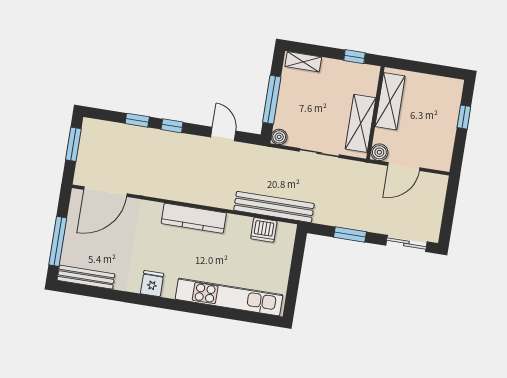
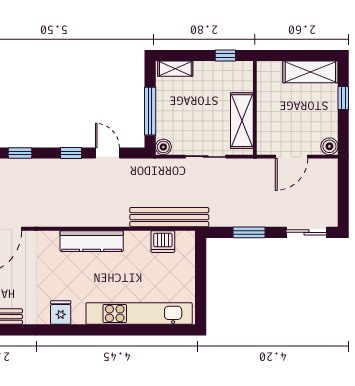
shelving: (390, 101) -> (310, 72), moved, turned 90
window: (172, 126) -> (71, 153), moved
boiler: (379, 152) -> (329, 146), moved

